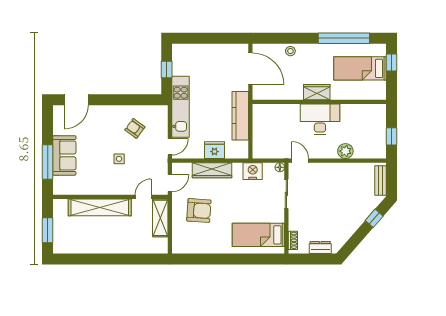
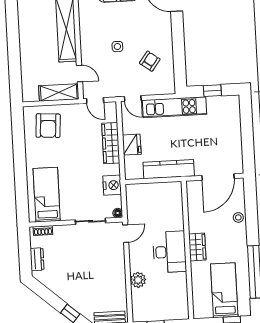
armchair: (199, 210) -> (48, 126), moved

